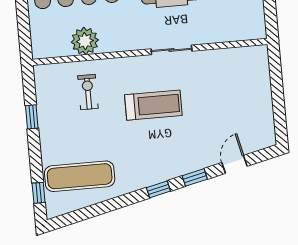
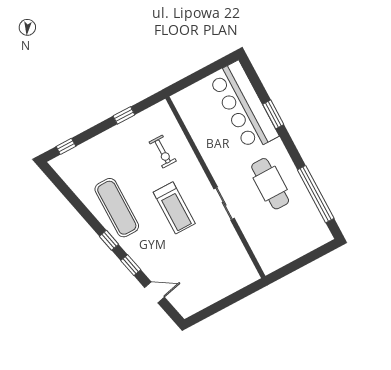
plant: (85, 41) -> (202, 132), removed
exercise bike: (88, 92) -> (163, 152), turned 90
exercise mat: (80, 176) -> (117, 208), moved

